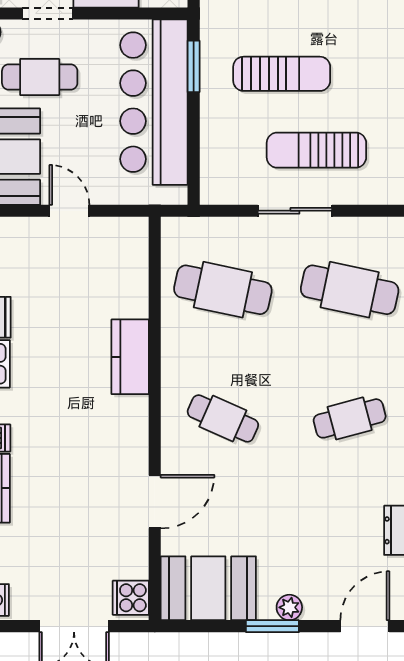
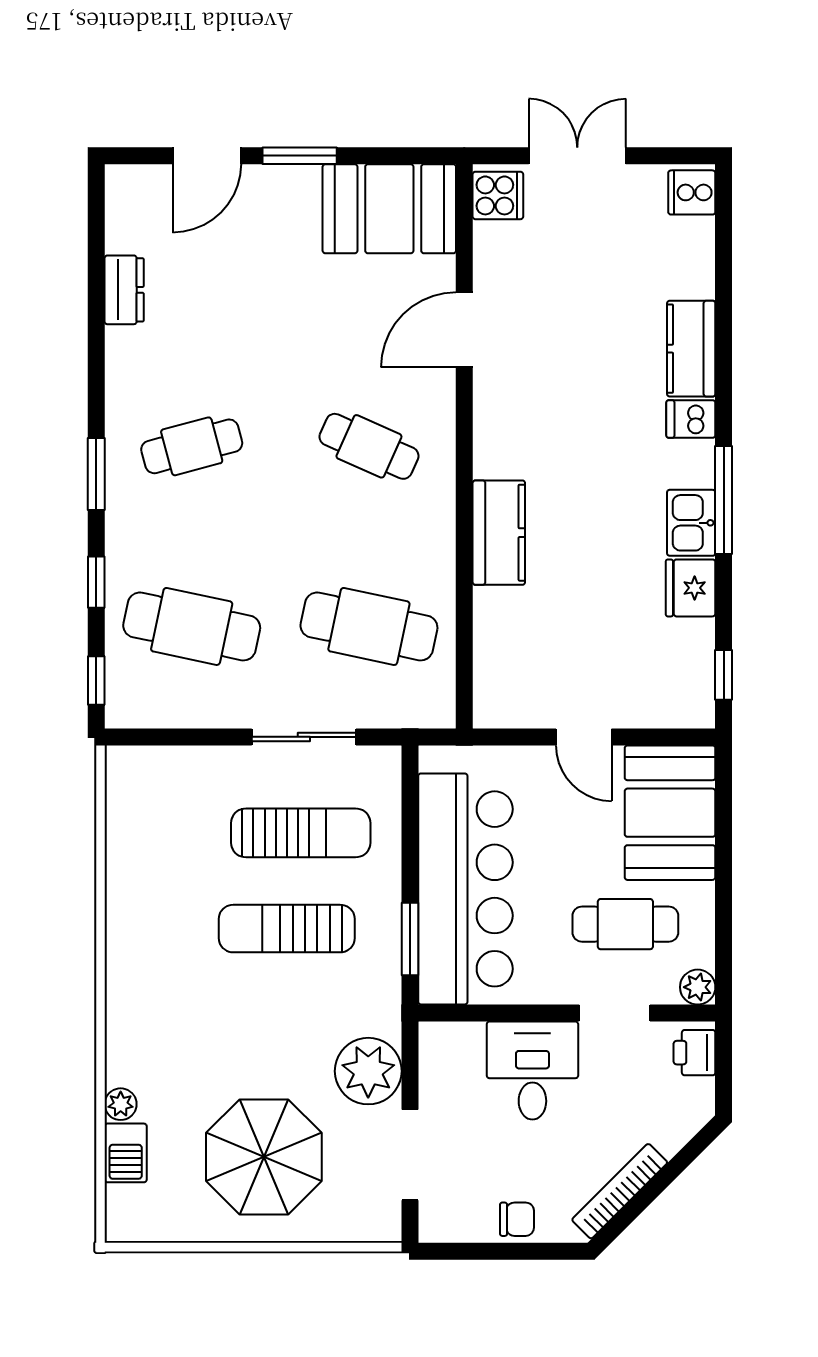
sun lounger: (316, 150) -> (301, 833), moved
sliding door: (295, 211) -> (304, 737), moved
plant: (289, 607) -> (276, 182), removed
door: (365, 626) -> (207, 156), moved

